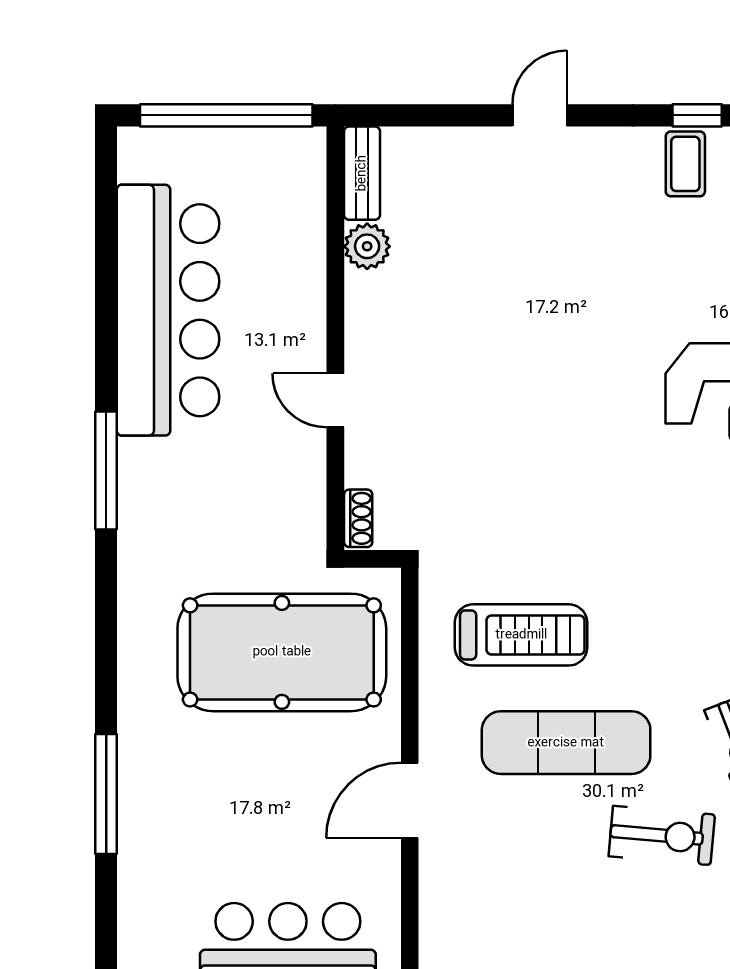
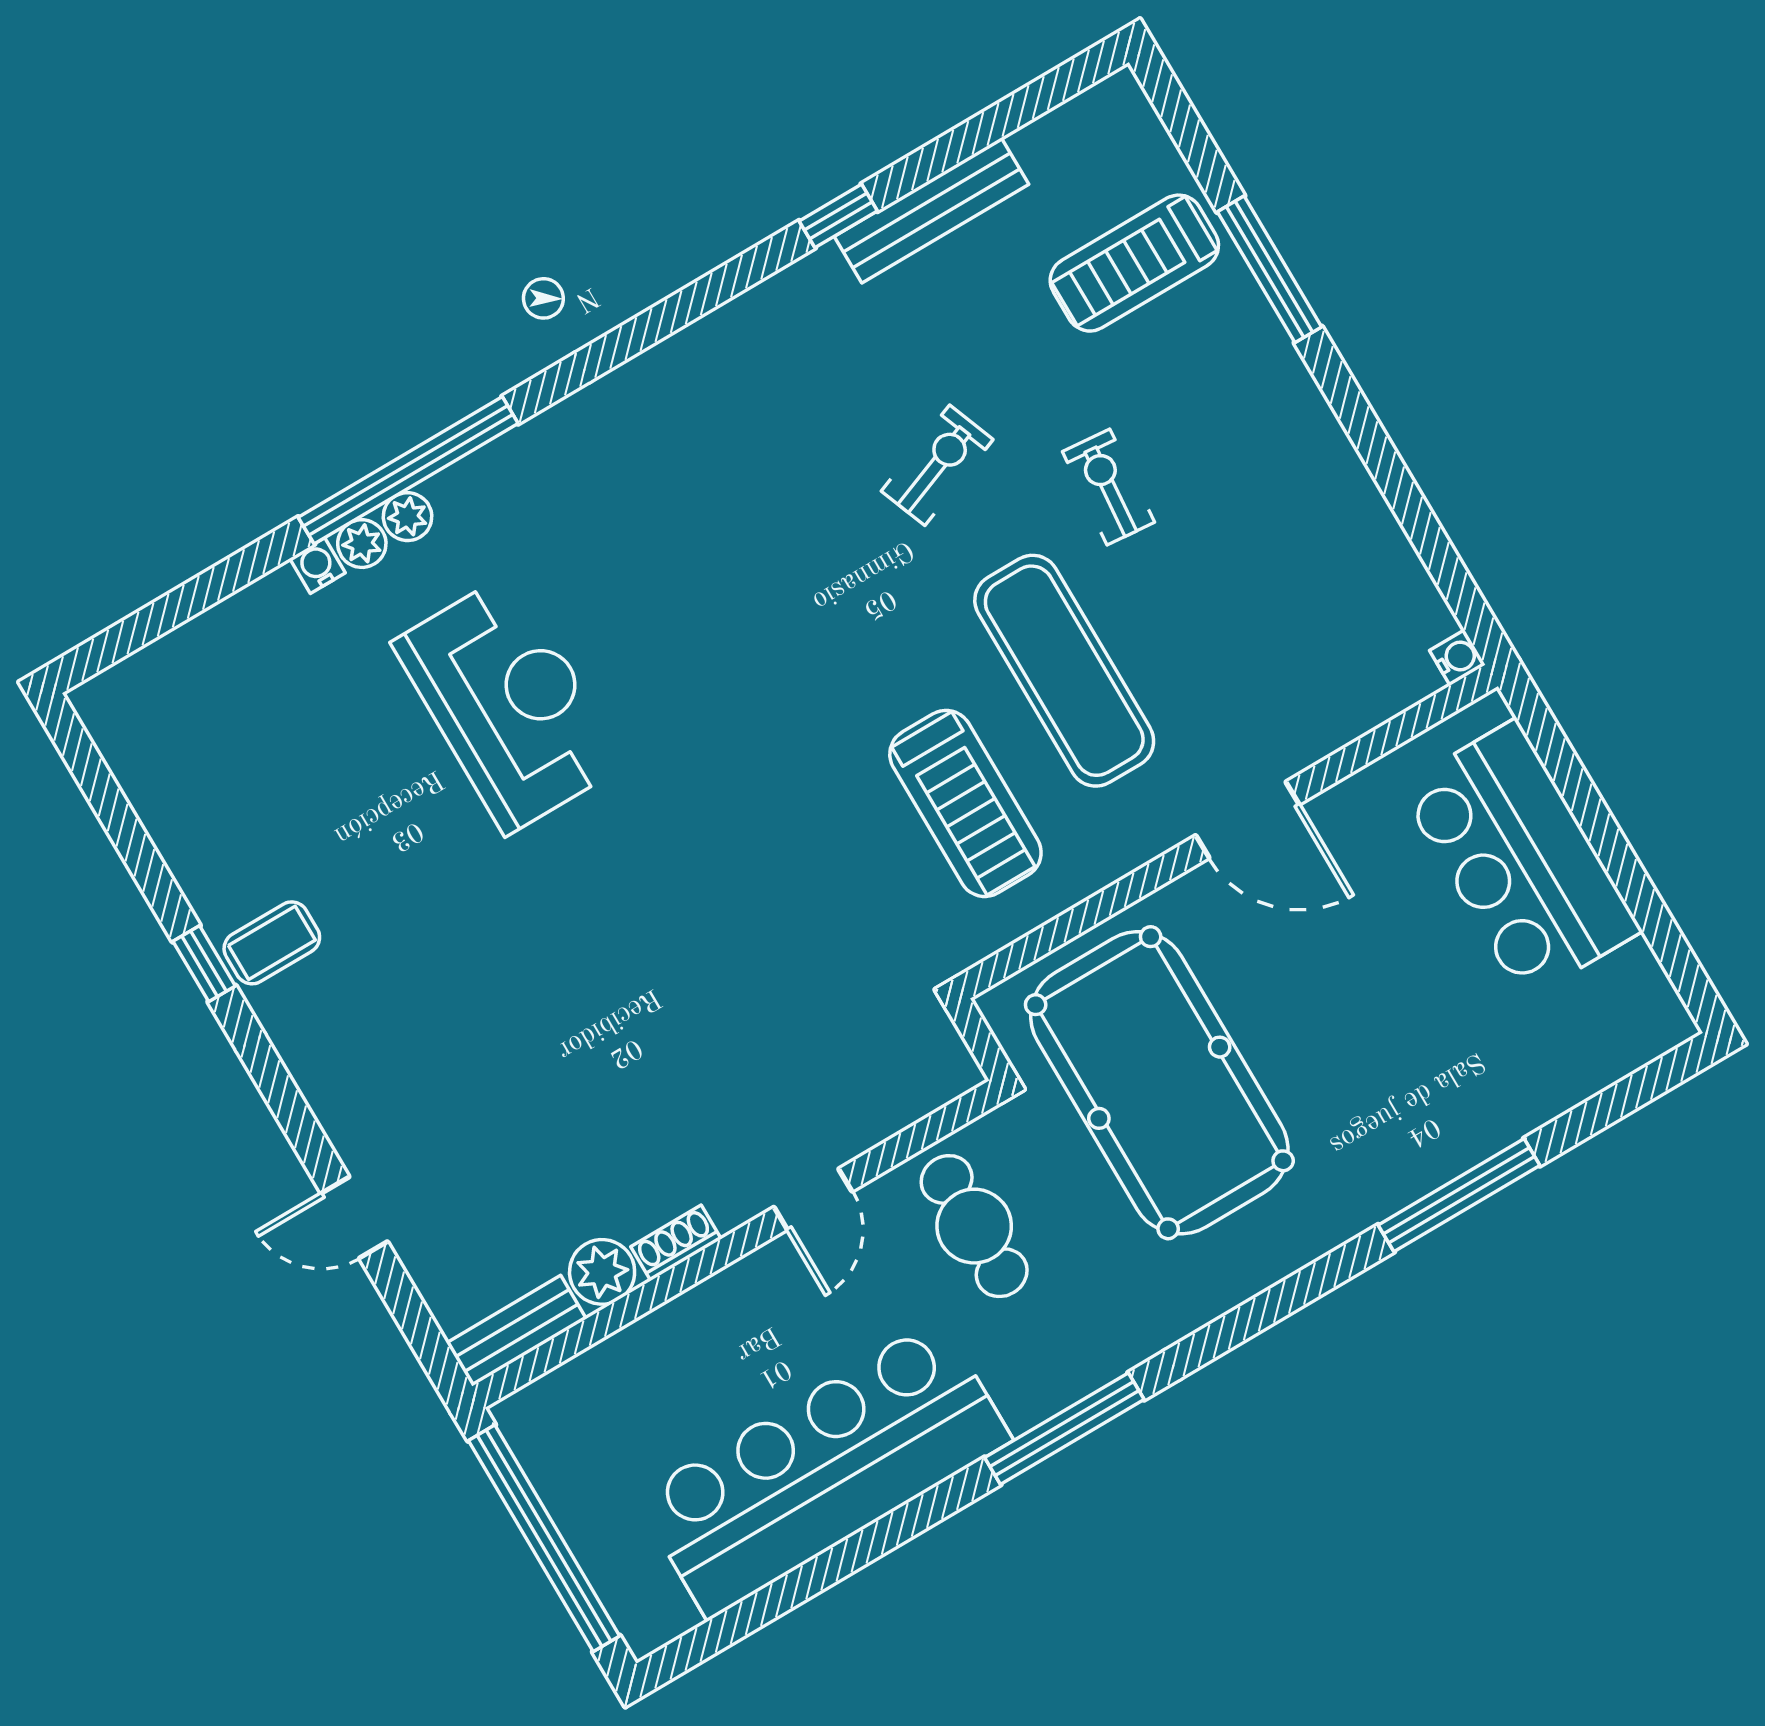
door: (540, 115) -> (354, 1218), moved
cafe table: (261, 489) -> (974, 1226), added
shoe rack: (358, 518) -> (676, 1243), moved
treadmill: (521, 635) -> (965, 803), turned 180
exercise bike: (662, 835) -> (1108, 487), width x0.73, depth x0.72

